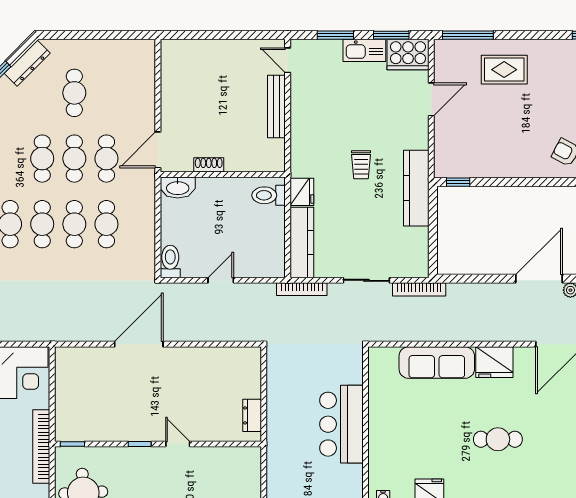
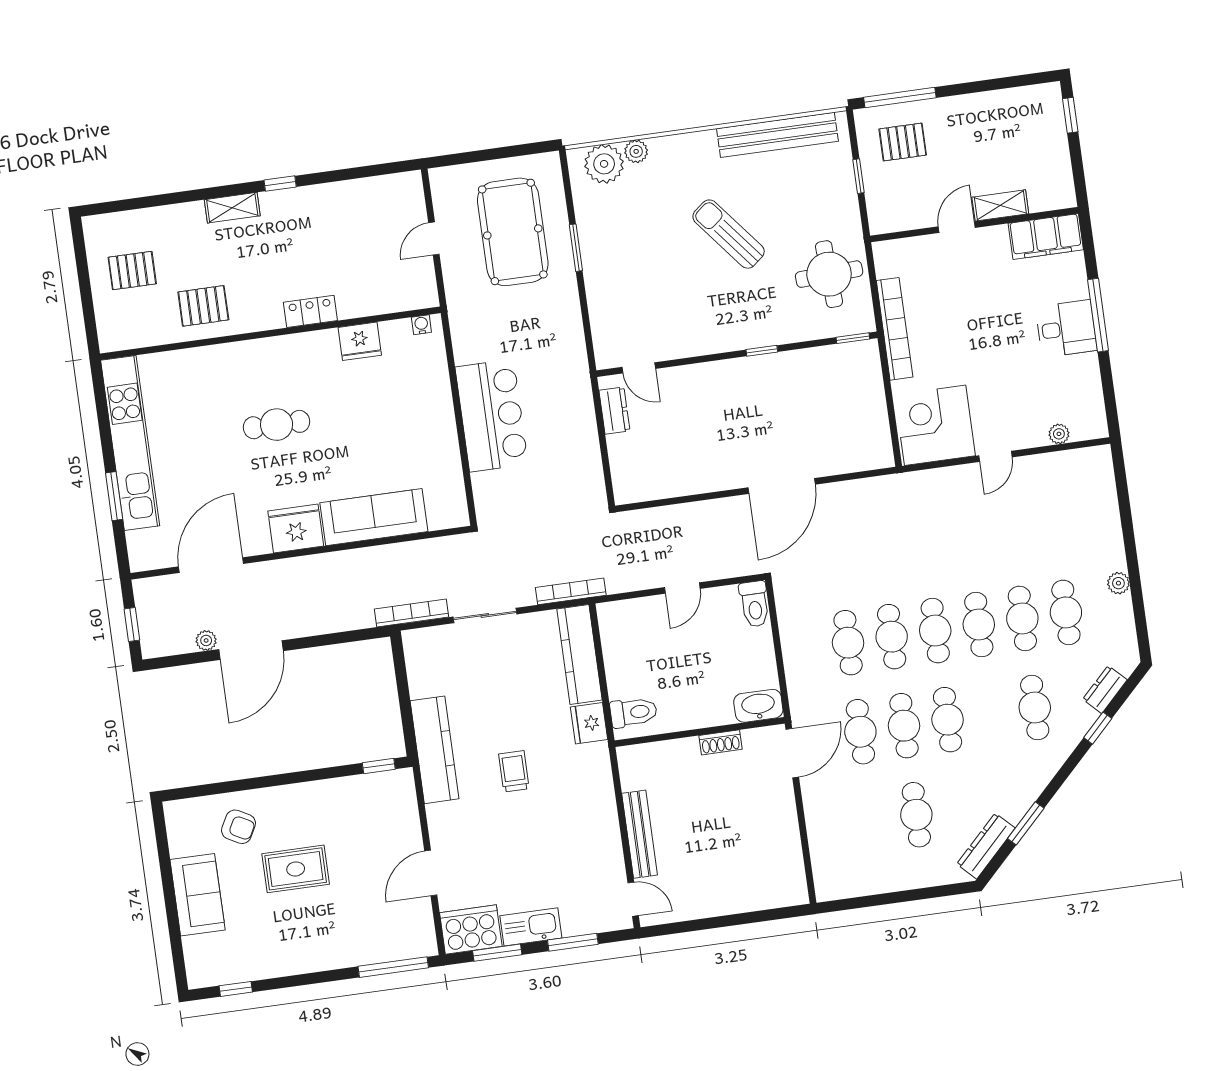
rug: (504, 70) -> (296, 869), moved
door: (178, 444) -> (639, 368), moved

